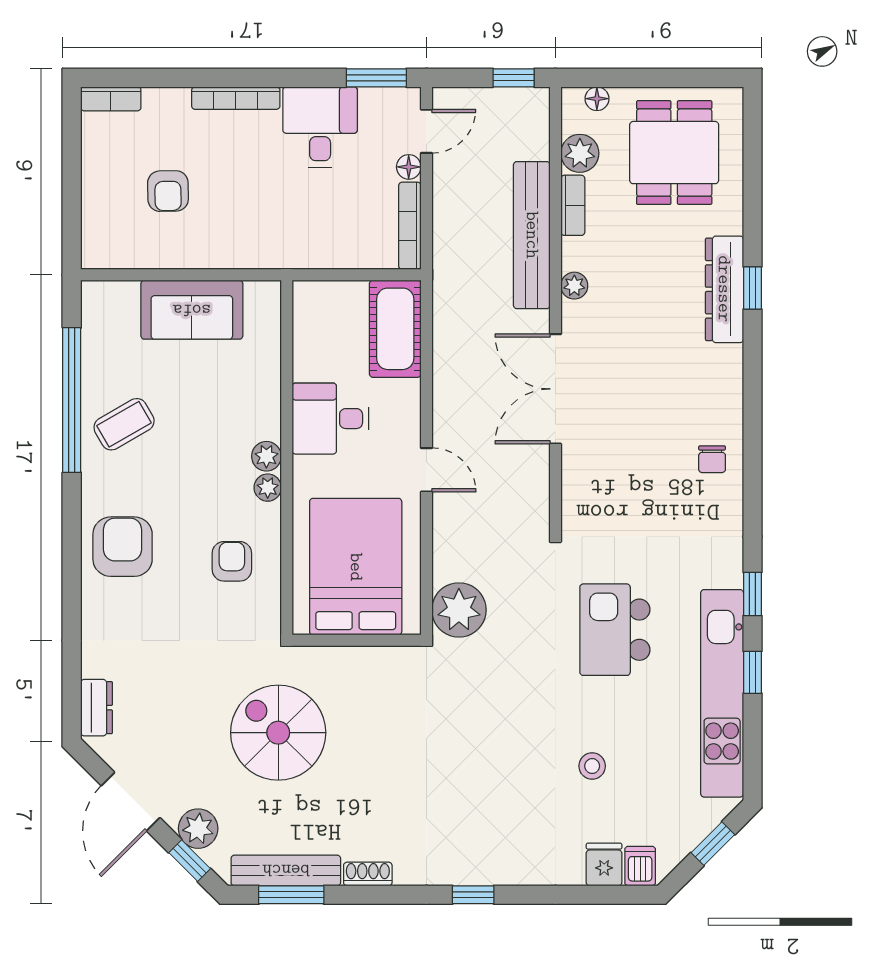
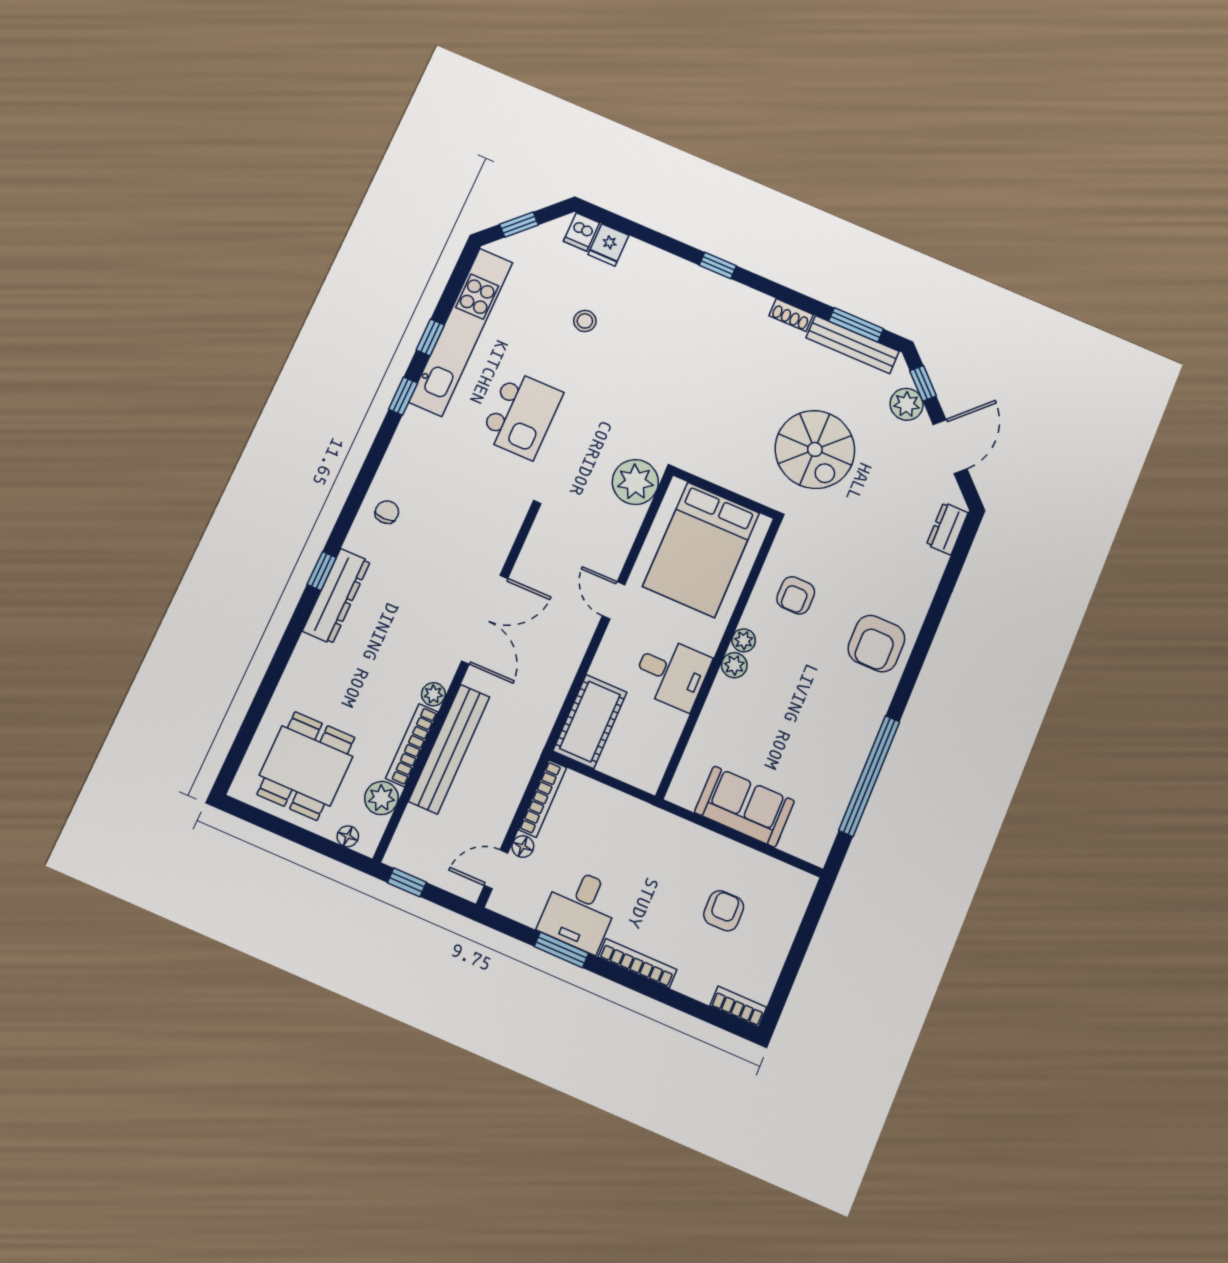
window: (376, 78) -> (561, 950), moved
bookcase: (573, 205) -> (412, 745), width x1.56
window: (752, 288) -> (322, 571), moved
dresser: (724, 289) -> (336, 596), moved
coffee table: (124, 424) -> (836, 739), removed

